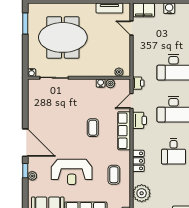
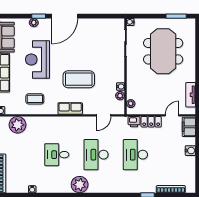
printer: (138, 83) -> (134, 122), moved
door: (132, 101) -> (104, 115), swing flipped
printer: (139, 120) -> (86, 123), removed
coffee table: (93, 128) -> (79, 79), width x1.86, depth x1.72
row of seats: (124, 131) -> (70, 108), width x0.68
locker: (138, 161) -> (151, 122), moved

